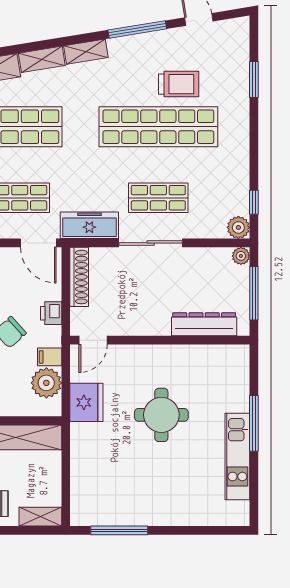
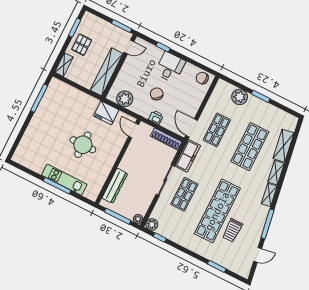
door: (38, 243) -> (192, 128), hinge flipped
filing cabinet: (50, 357) -> (136, 106), removed
kitchen unit: (237, 457) -> (64, 180), moved

